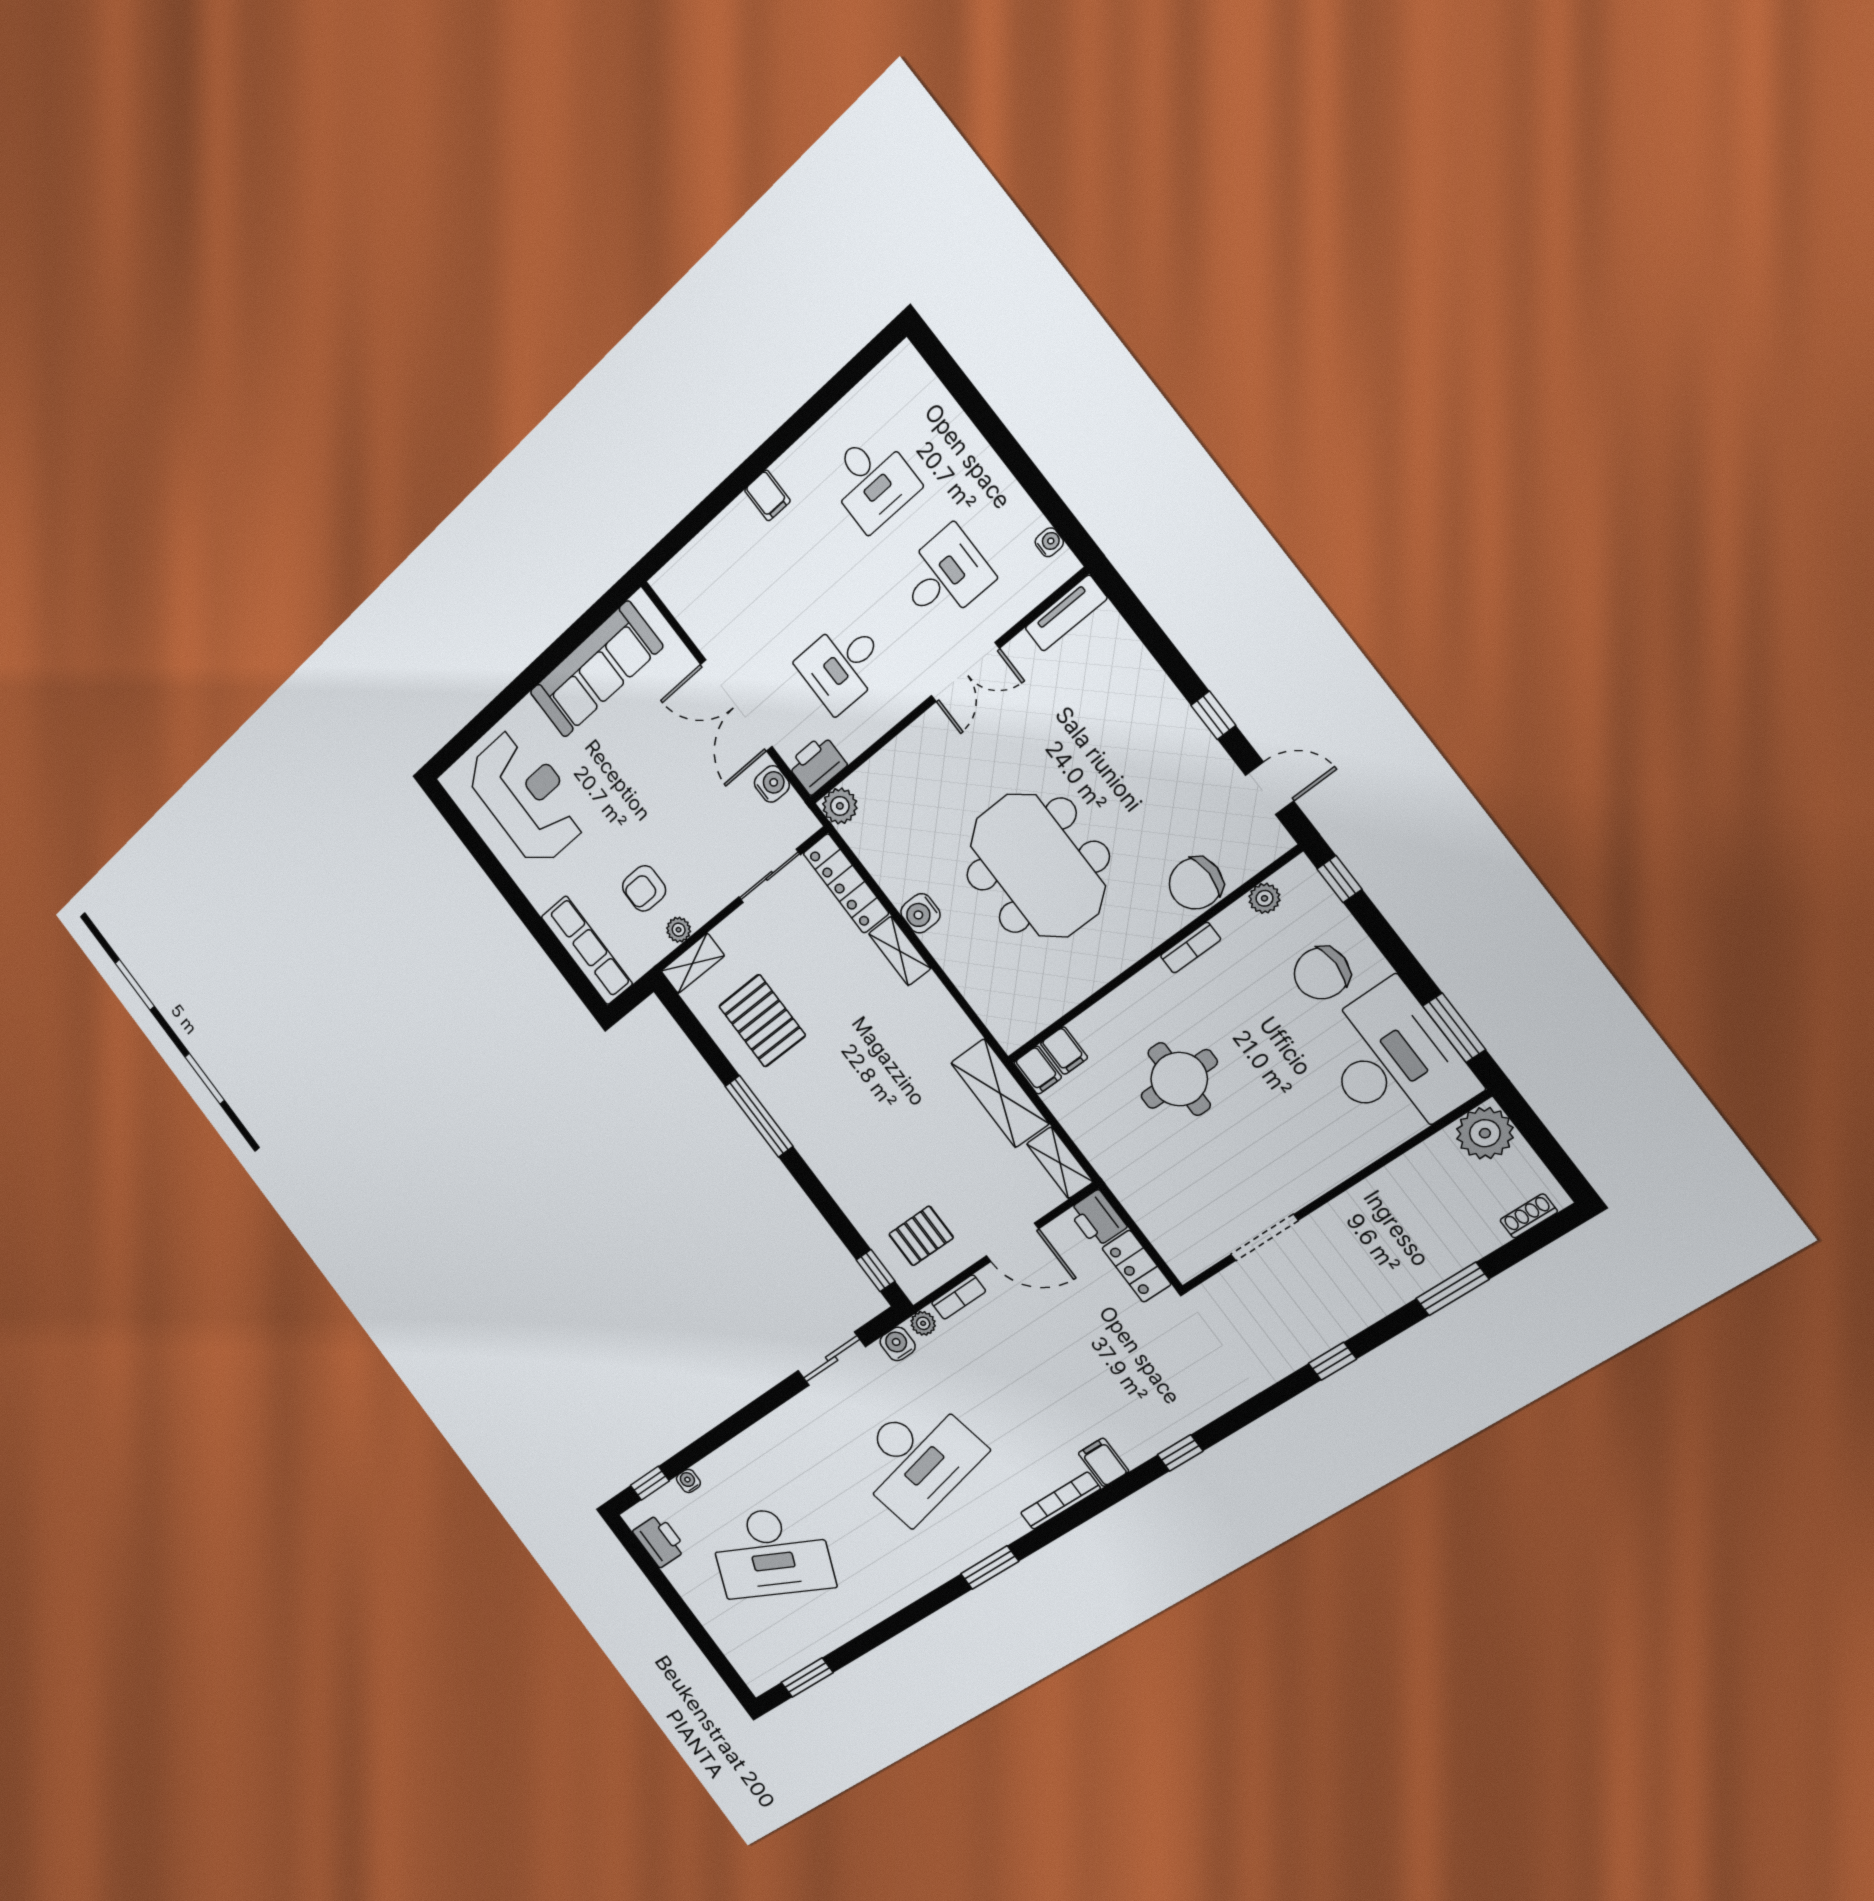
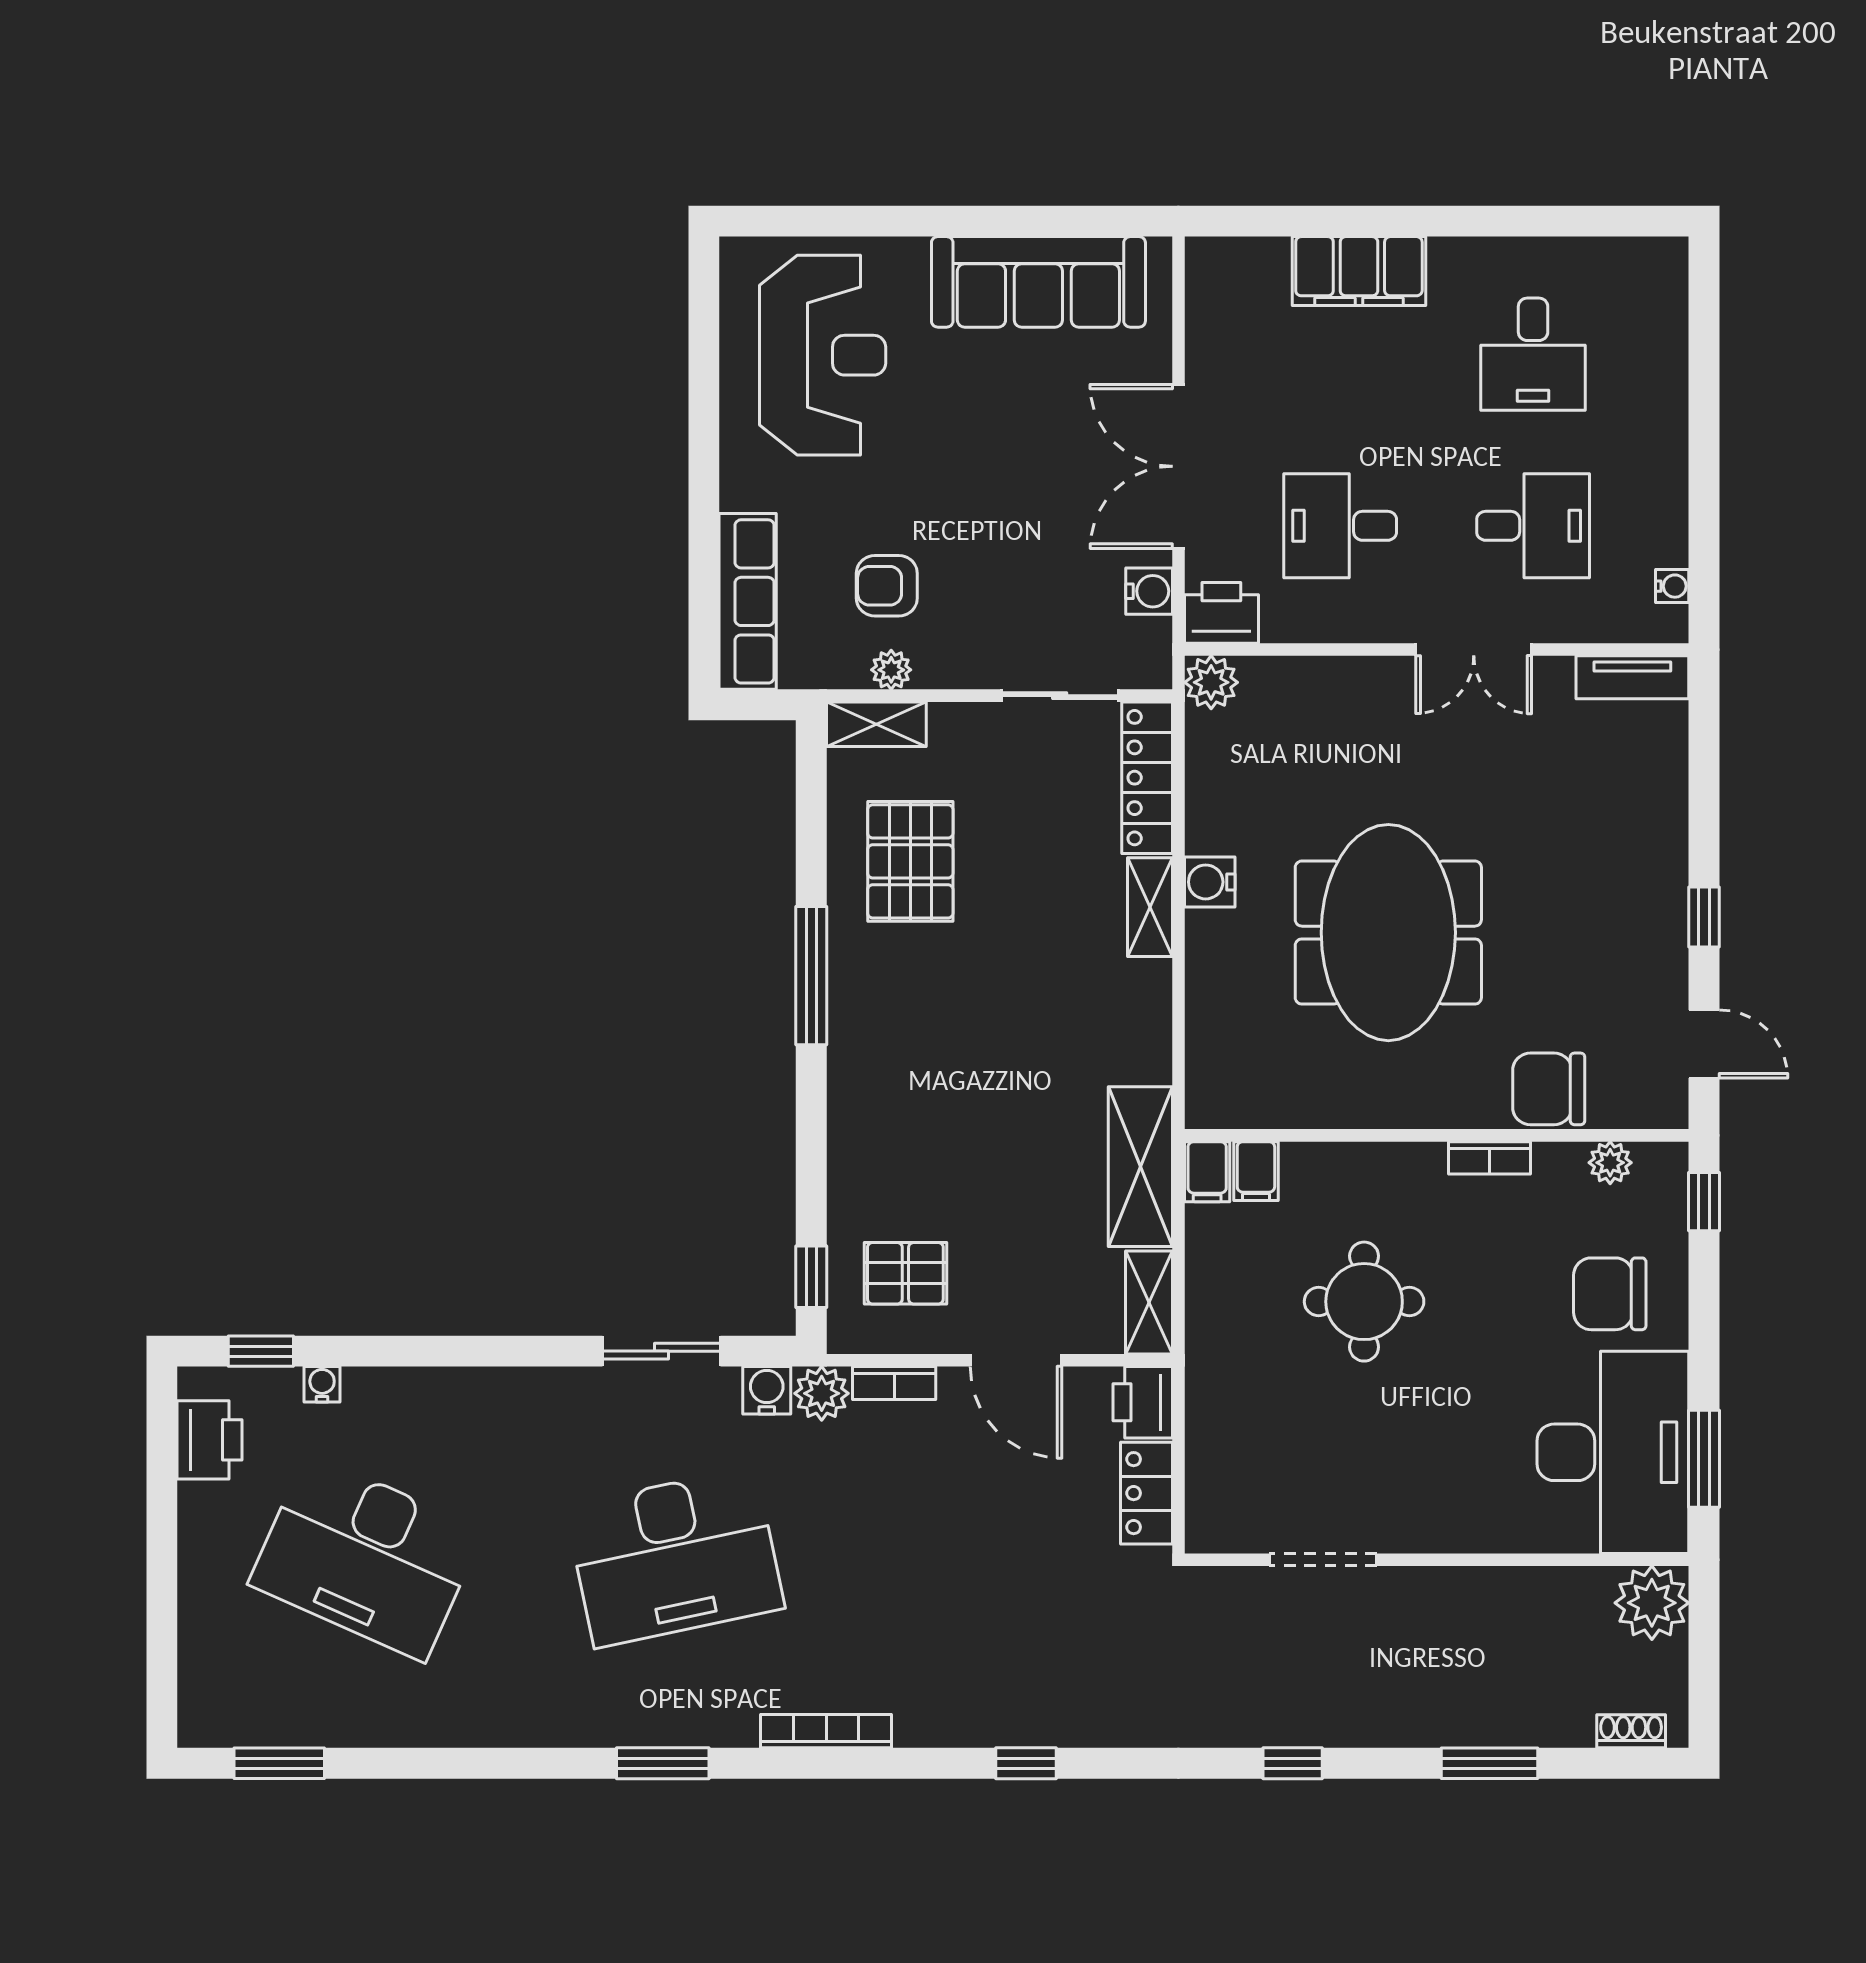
filing cabinet: (767, 495) -> (1359, 271), width x3.00, depth x1.17
plant: (923, 1323) -> (822, 1393), width x1.38, depth x1.38
filing cabinet: (1103, 1462) -> (920, 1715), removed

